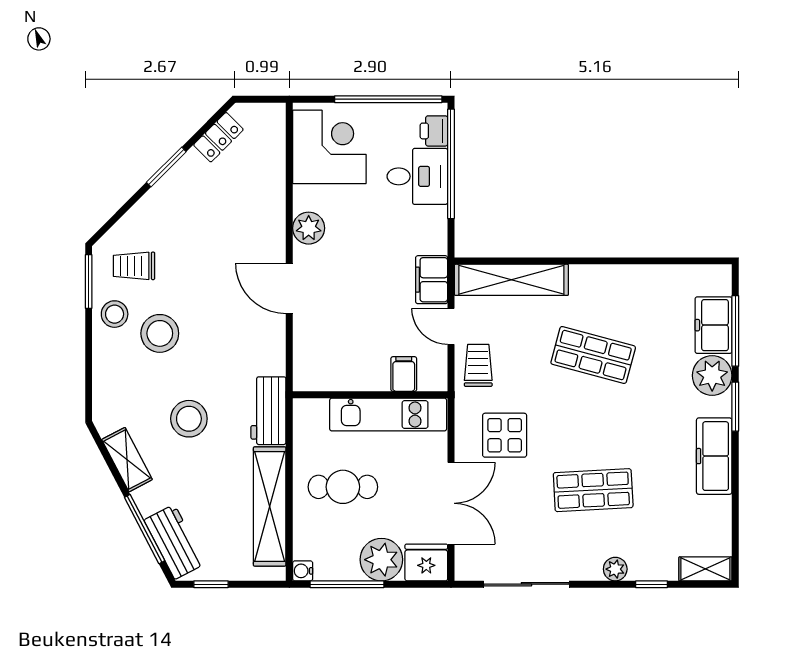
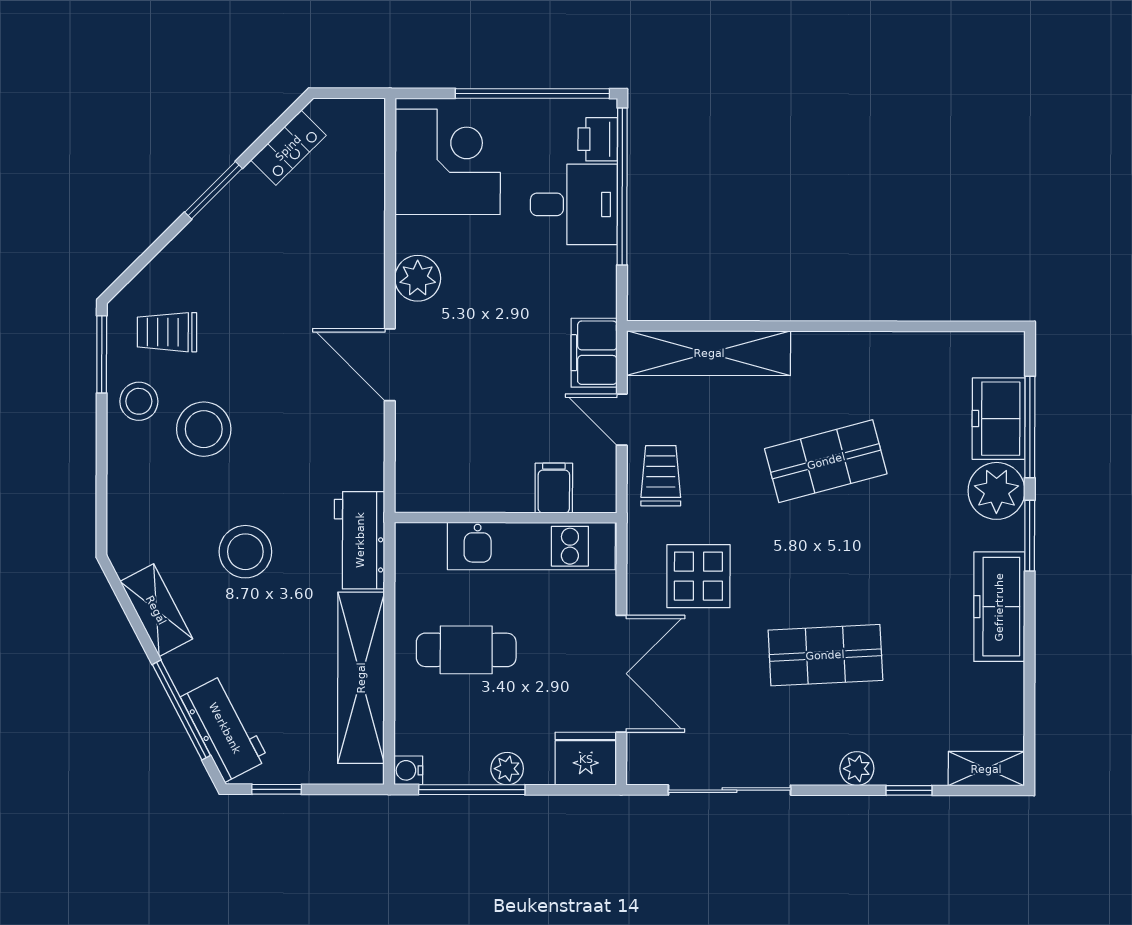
shop shelf: (593, 355) -> (826, 461), turned -30
plant: (381, 560) -> (507, 769), width x0.53, depth x0.53

